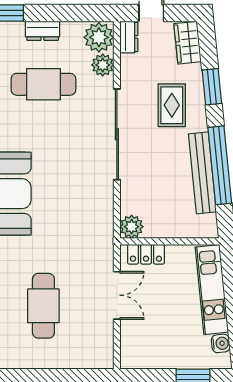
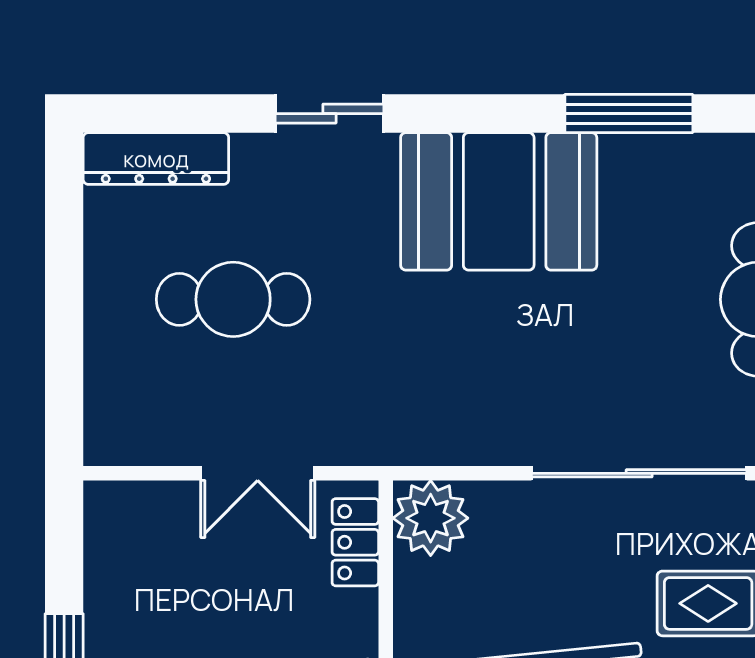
plant: (132, 227) -> (431, 518), width x1.36, depth x1.36

